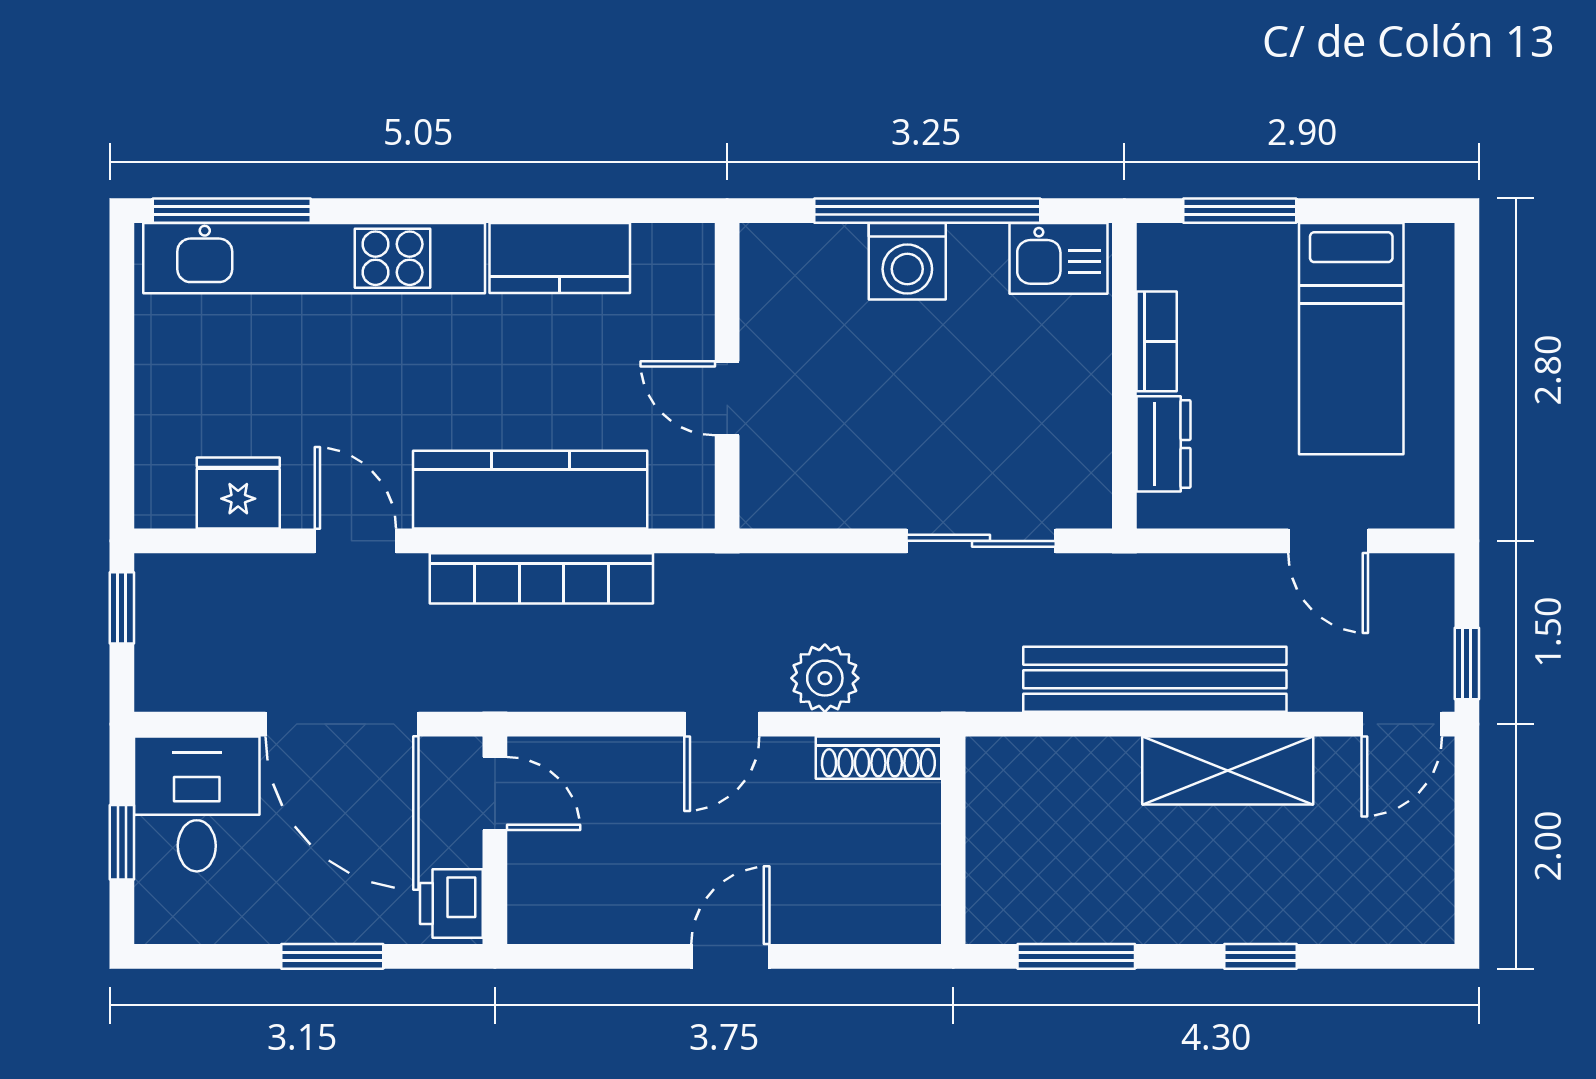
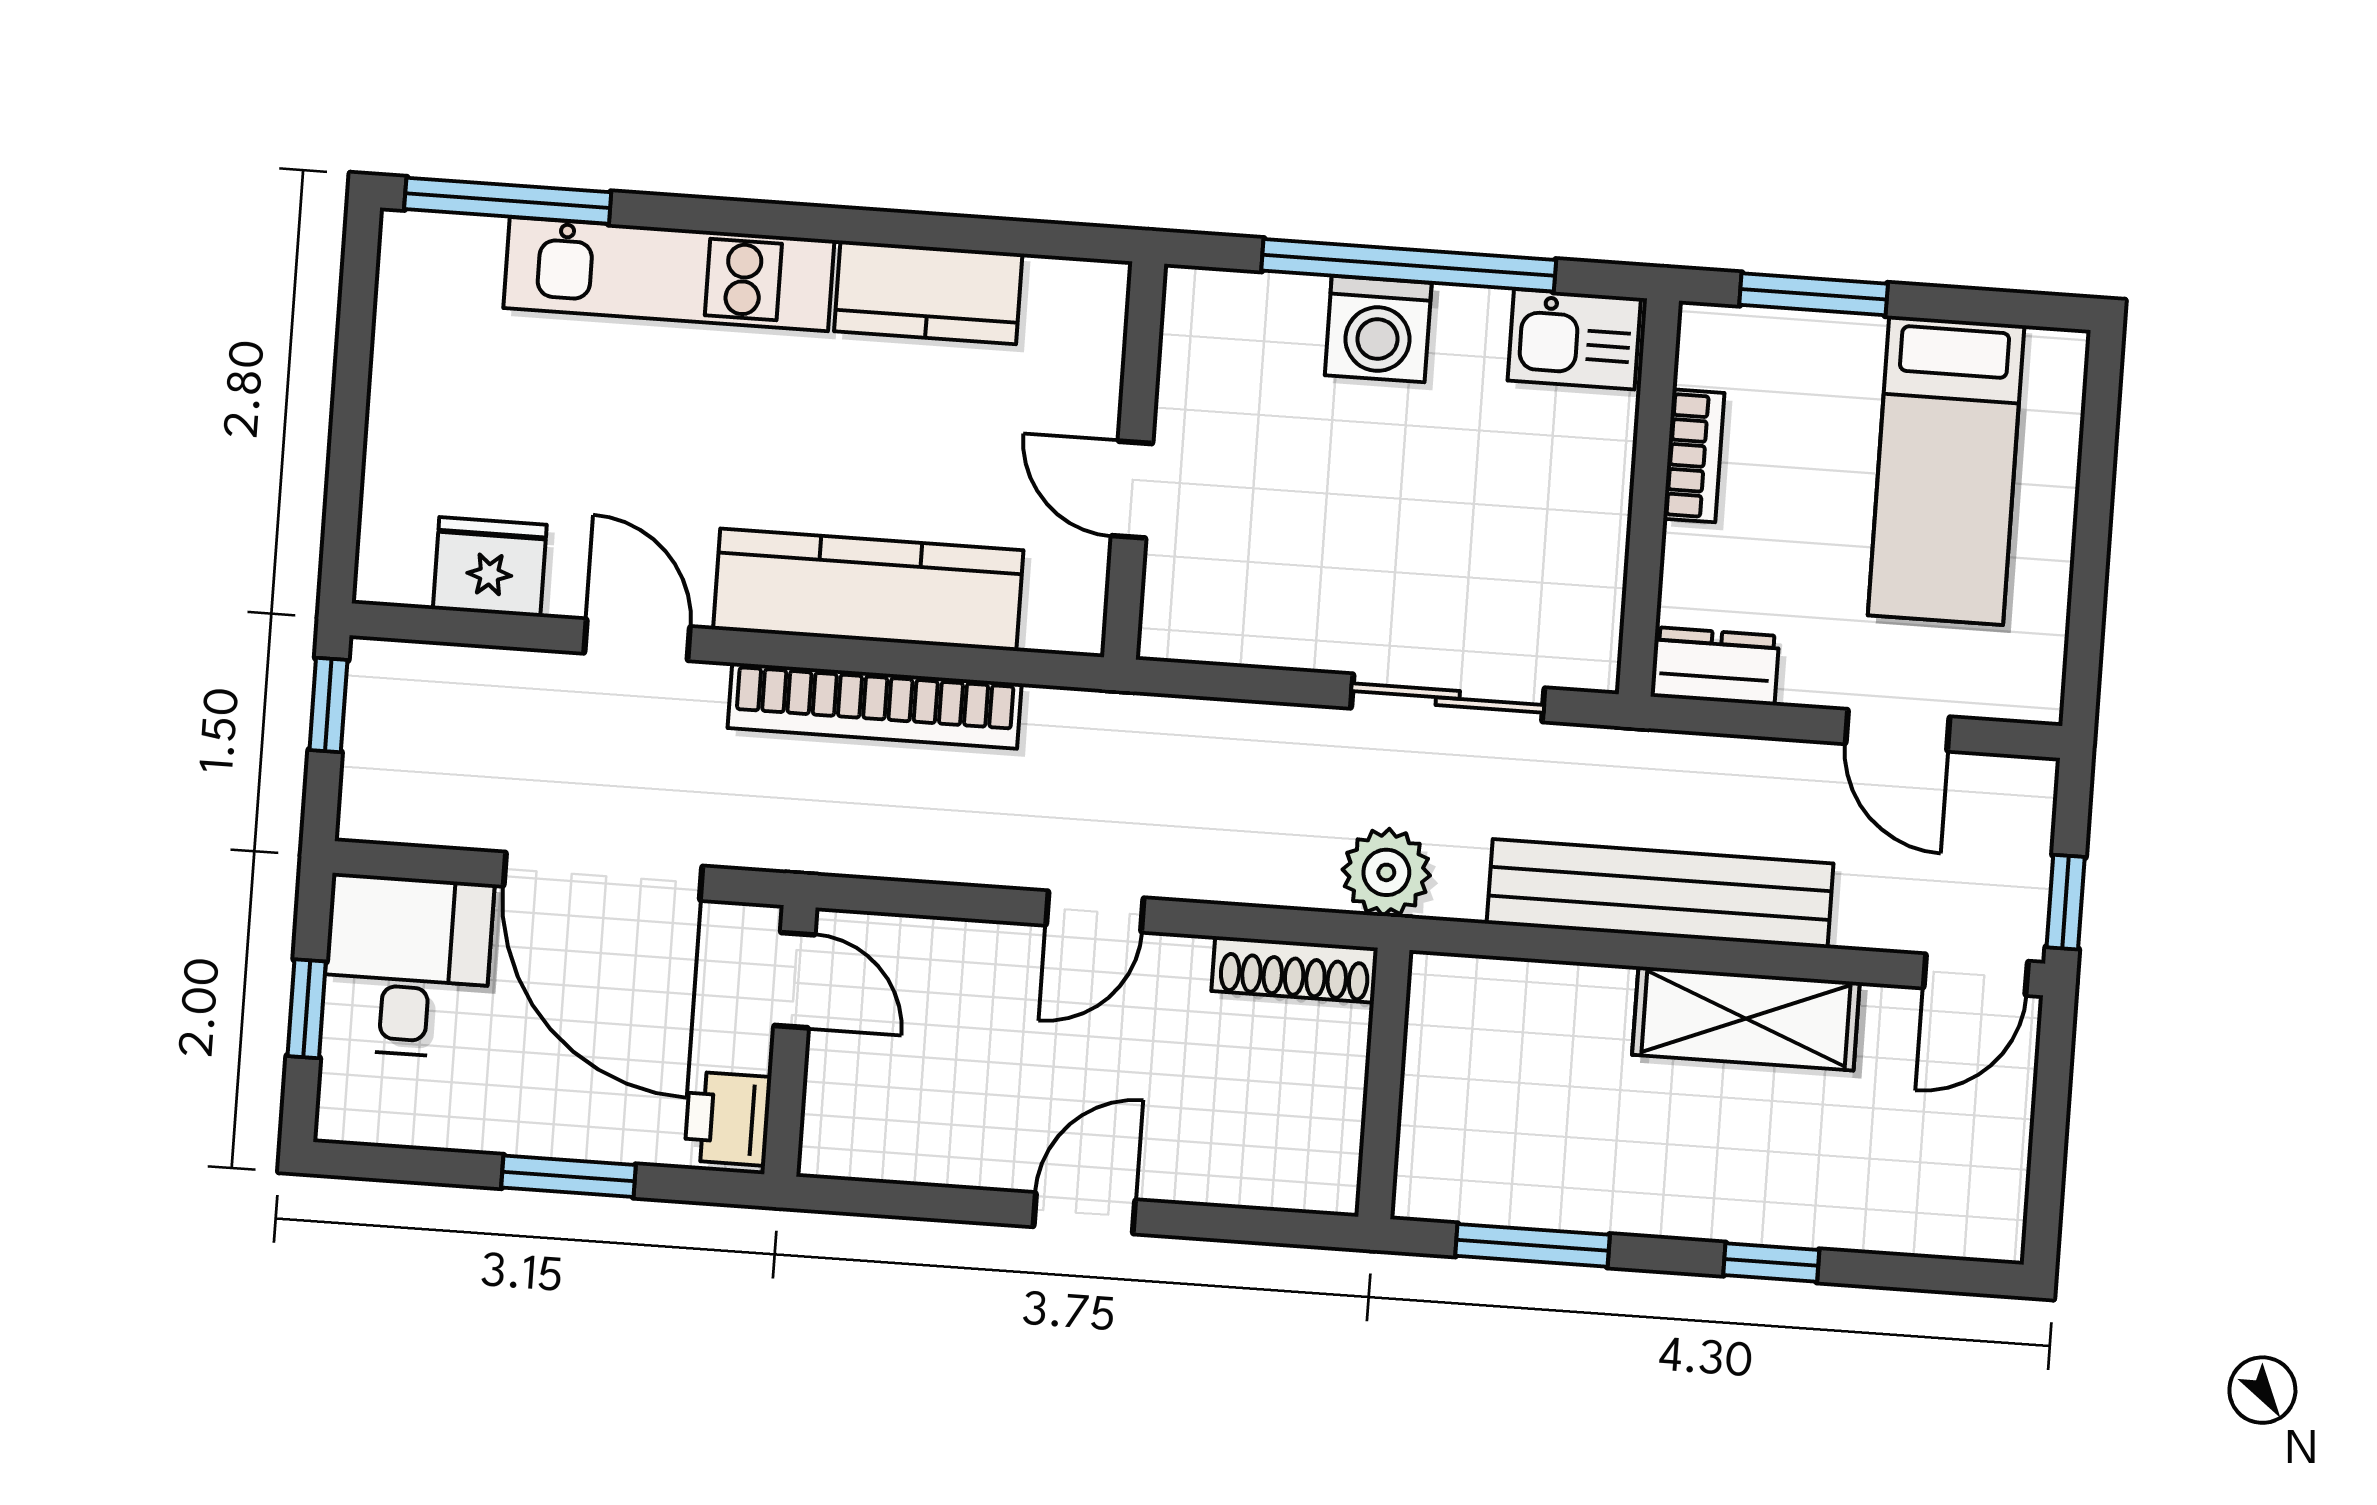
kitchen unit: (314, 258) -> (669, 274), width x0.73
dresser: (1164, 444) -> (1715, 666), moved, turned -90
plant: (825, 678) -> (1386, 872), moved

